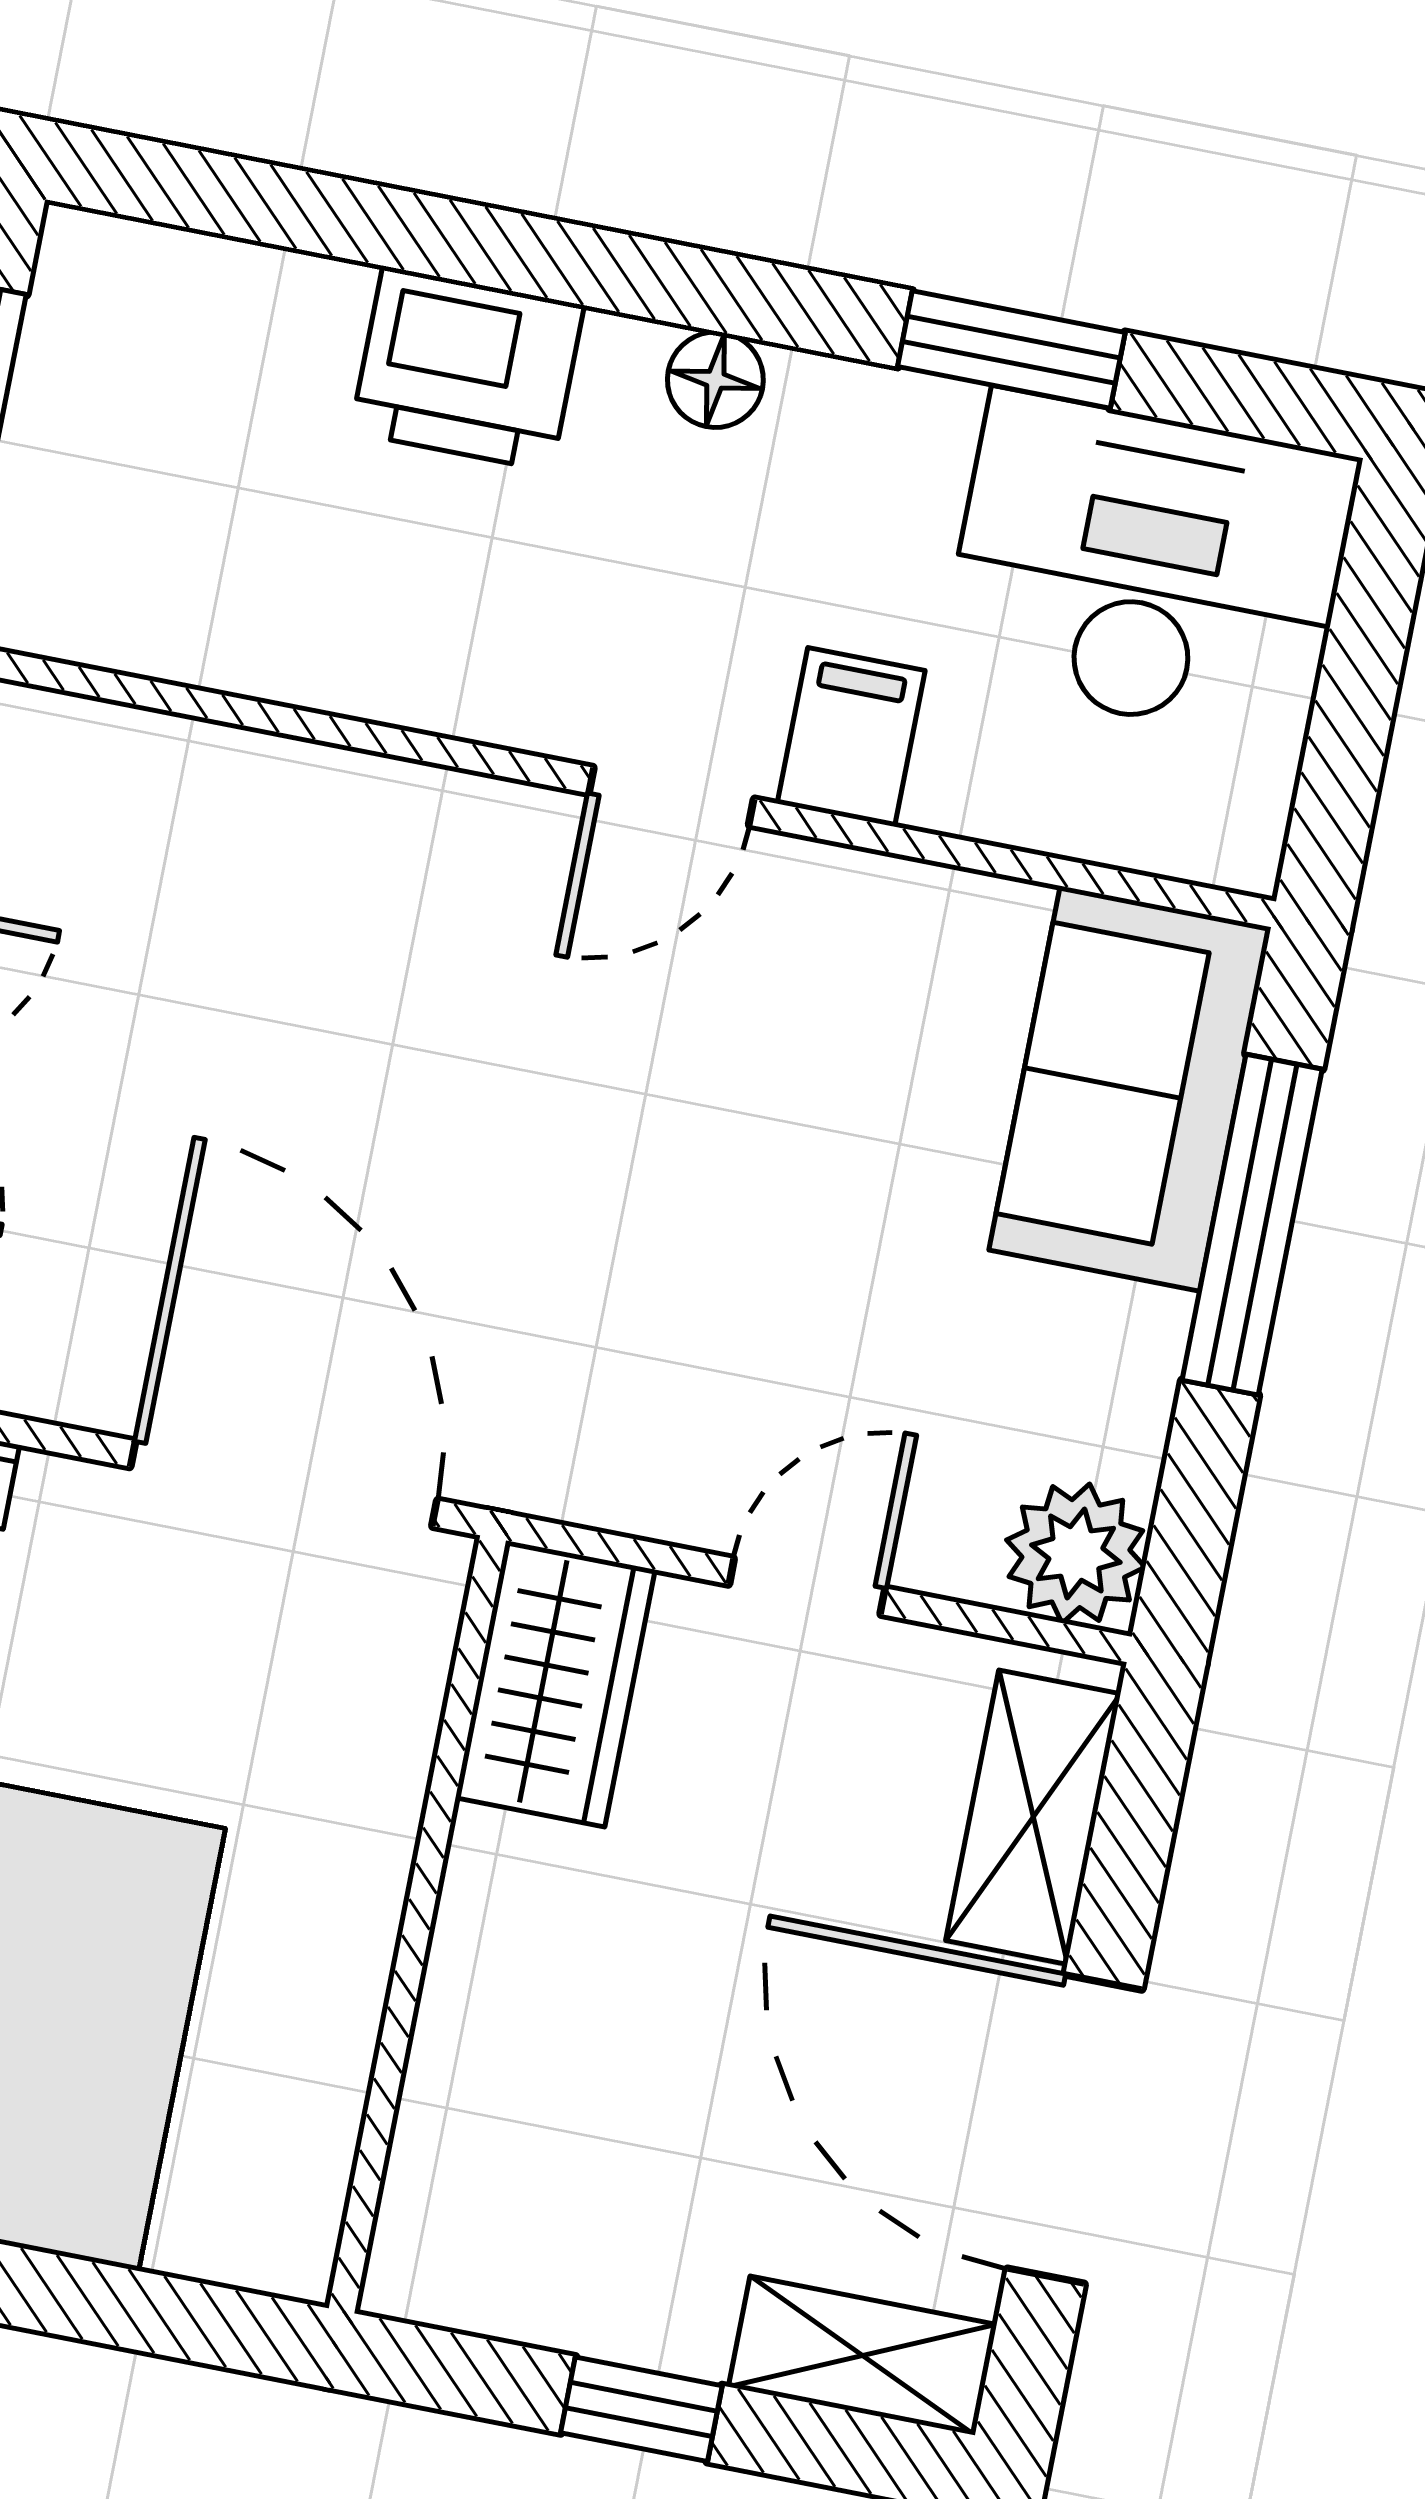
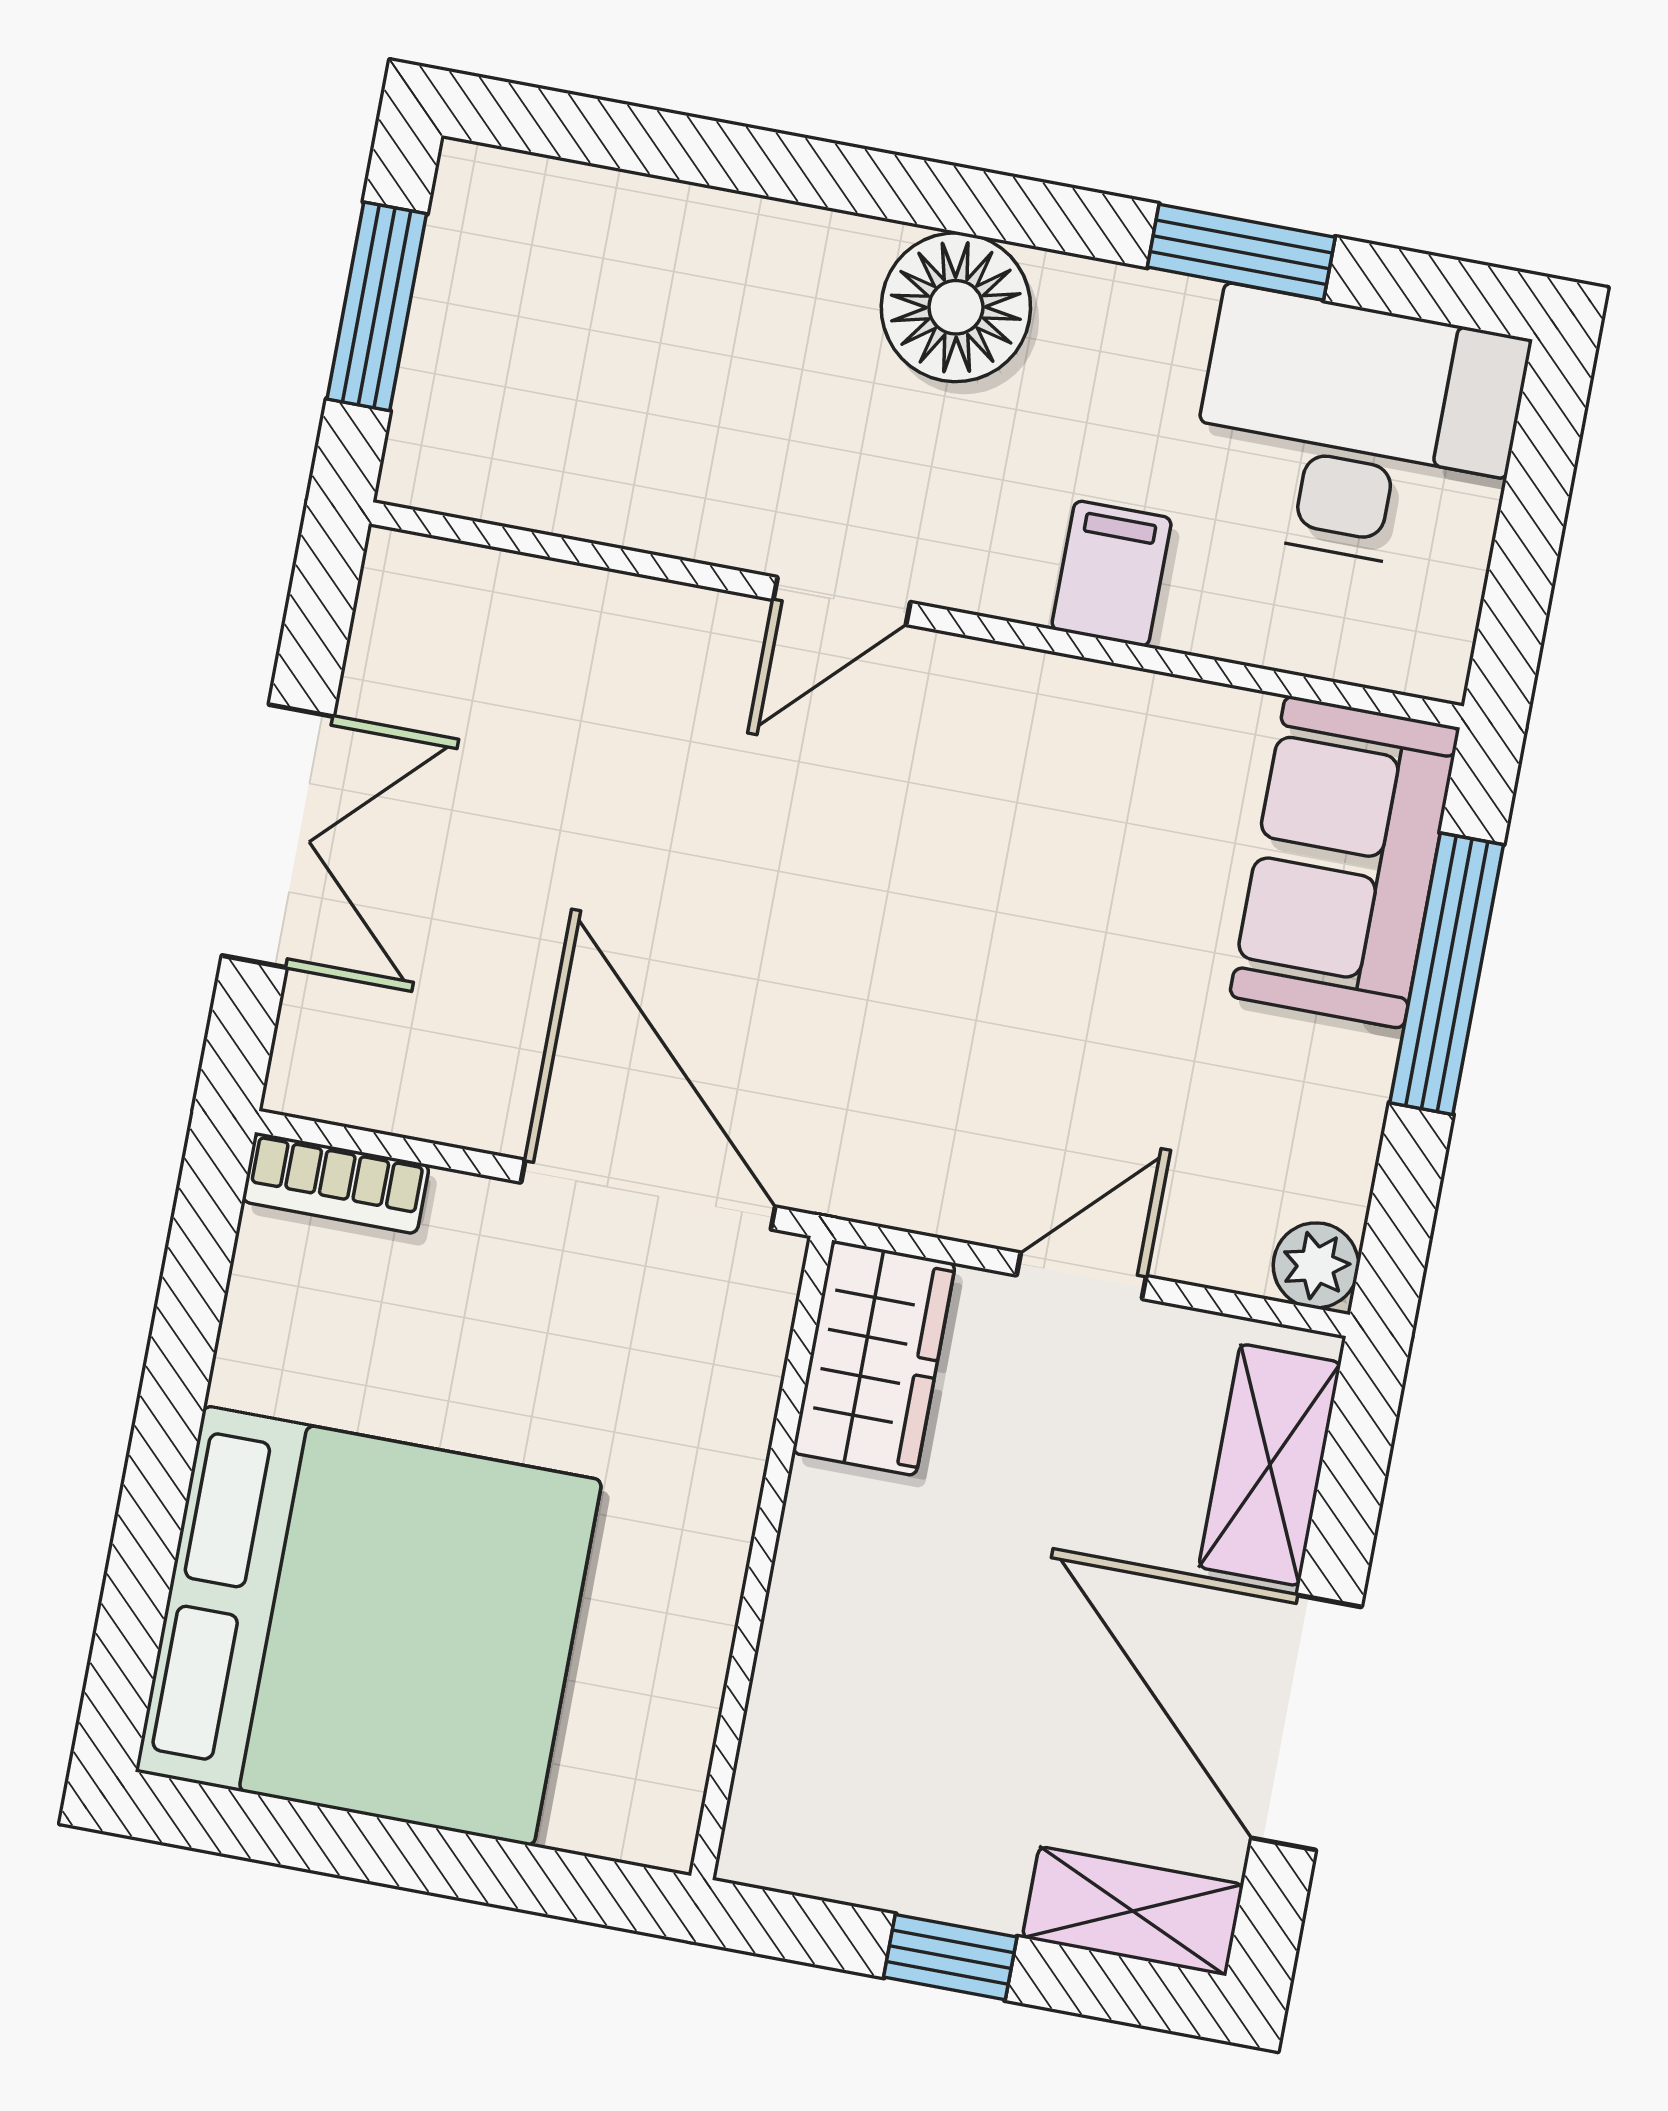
printer: (467, 369) -> (792, 272), removed
floor lamp: (715, 380) -> (956, 307), width x1.89, depth x1.89
door: (671, 796) -> (842, 601), moved
plant: (1076, 1554) -> (1316, 1265), width x0.73, depth x0.73

